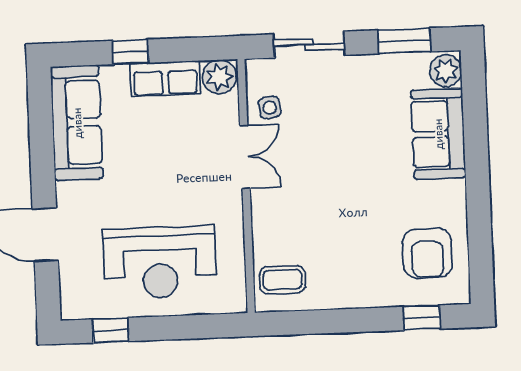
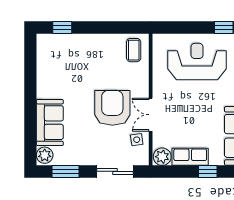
armchair: (427, 253) -> (112, 108), moved, width x1.36, depth x1.36
coffee table: (282, 280) -> (134, 50), turned 90

